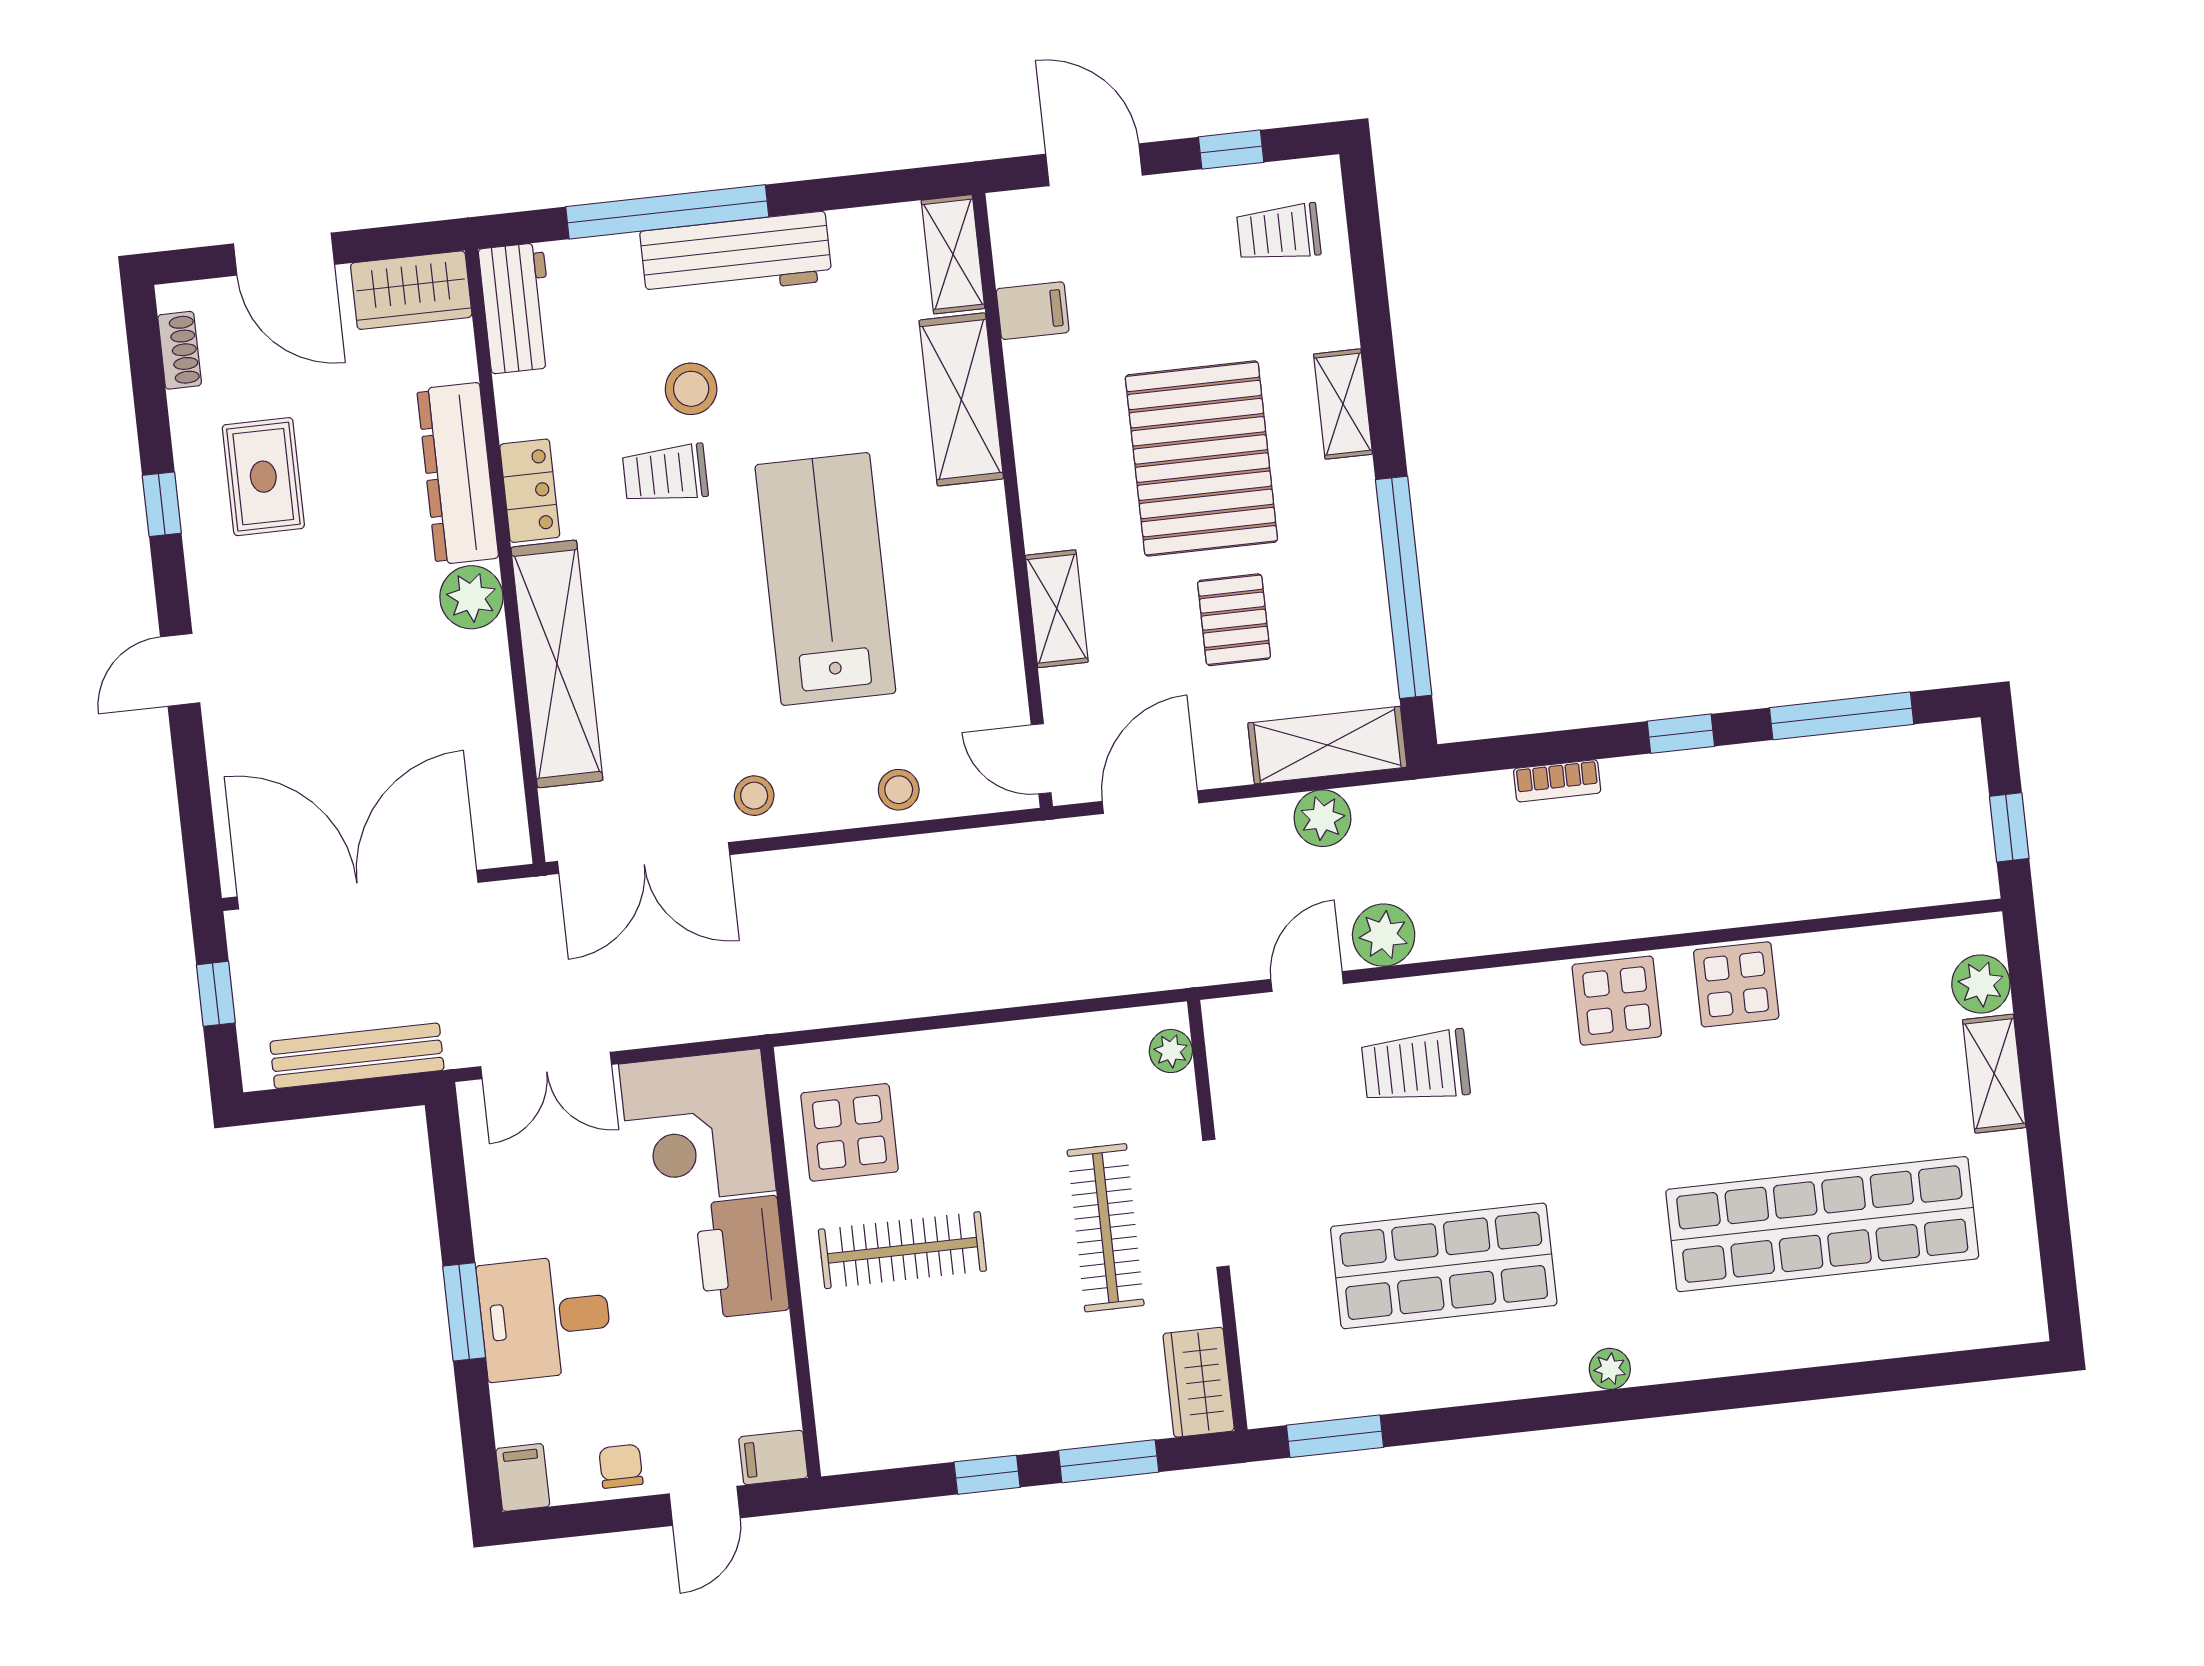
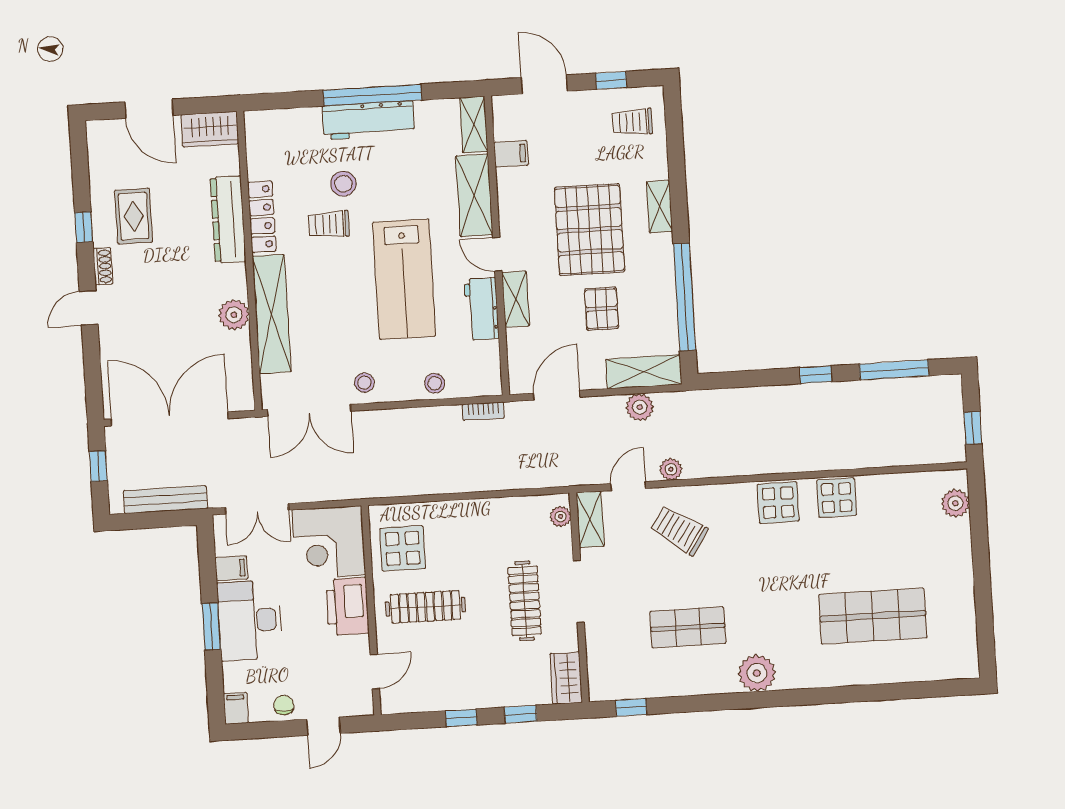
window: (667, 212) -> (372, 95), moved
workbench: (517, 308) -> (482, 309), moved, turned 180
shoe rack: (180, 350) -> (103, 266), moved
locker: (530, 491) -> (262, 217), width x1.53
lab bench: (825, 579) -> (404, 279), turned 180
plant: (471, 597) -> (234, 315), moved
door: (1041, 759) -> (497, 254), moved
bookcase: (1557, 781) -> (483, 411), moved
plant: (1384, 935) -> (671, 469), width x0.73, depth x0.73
trolley: (1416, 1067) -> (679, 530), turned 34
shelving: (1994, 1074) -> (590, 519), moved
shop shelf: (1822, 1224) -> (873, 616), width x0.71
shop shelf: (1444, 1266) -> (688, 627), width x0.70, depth x0.74
desk: (545, 1318) -> (250, 620), width x1.37
plant: (1610, 1369) -> (757, 673), width x1.88, depth x1.88
door: (805, 1388) -> (375, 672), added
window: (1335, 1436) -> (631, 707), width x0.67
filing cabinet: (773, 1457) -> (231, 568), moved, turned 180
window: (1109, 1461) -> (521, 714), width x0.67

